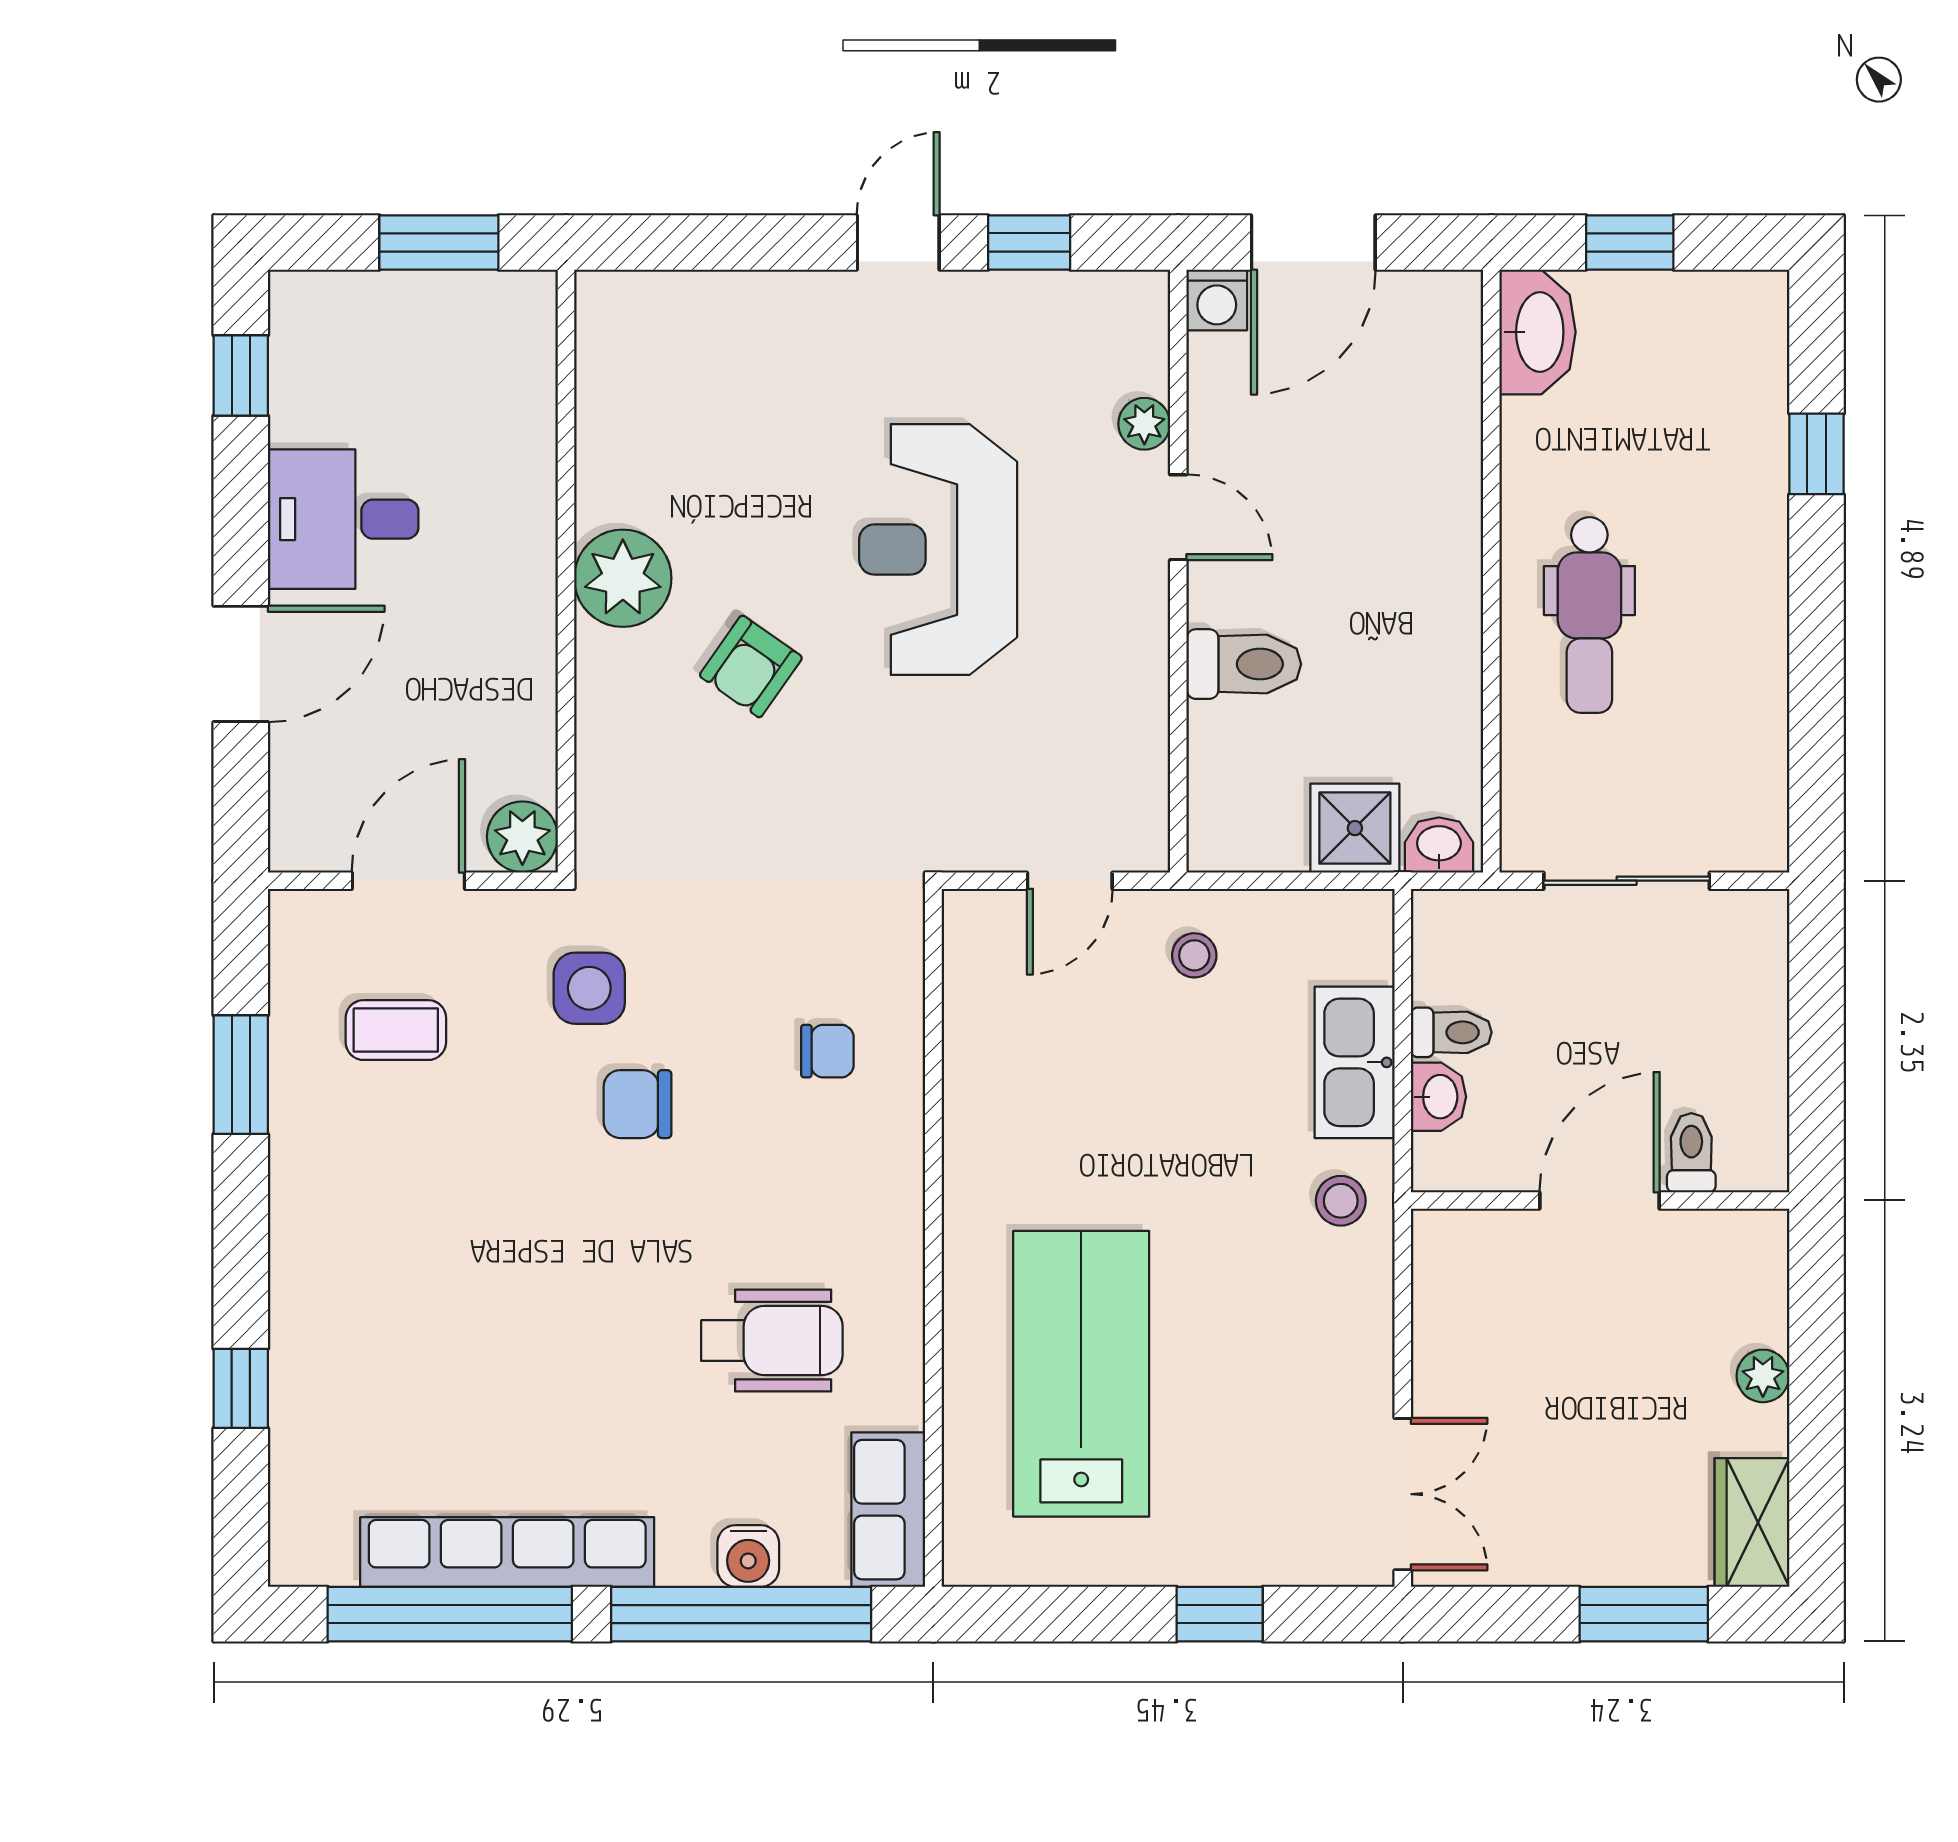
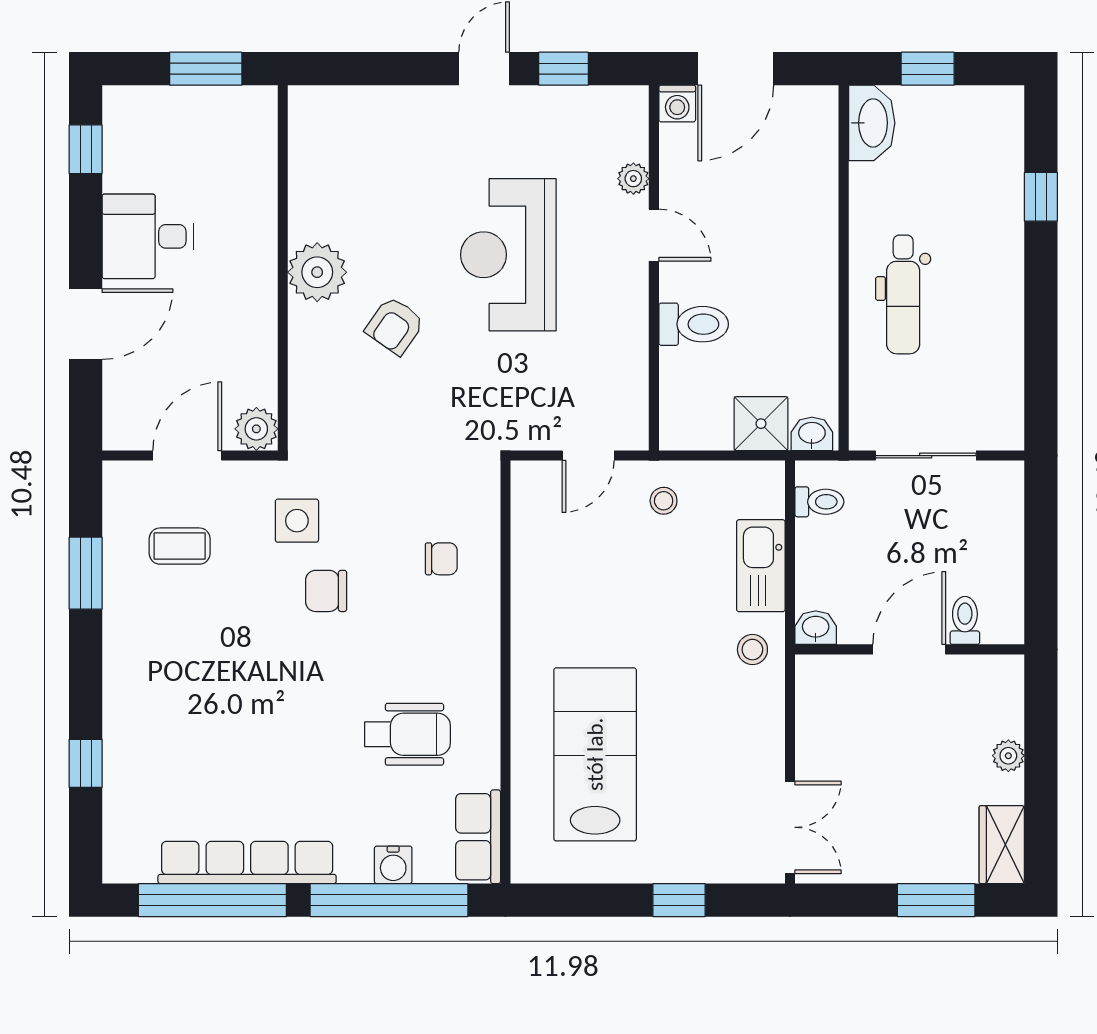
toilet: (1451, 1032) -> (819, 502), moved
washbasin: (1439, 1097) -> (816, 628), moved, turned -90

